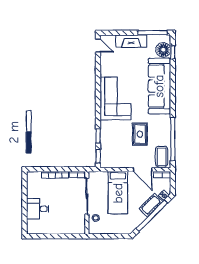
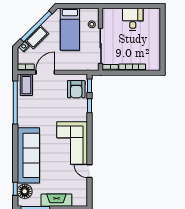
door: (98, 46) -> (89, 171), moved
rug: (140, 134) -> (48, 108), removed
armchair: (111, 153) -> (76, 89), added
door: (143, 170) -> (45, 72), hinge flipped
bed: (118, 193) -> (70, 29), moved, turned 180
desk: (38, 209) -> (133, 19), moved, turned -90

